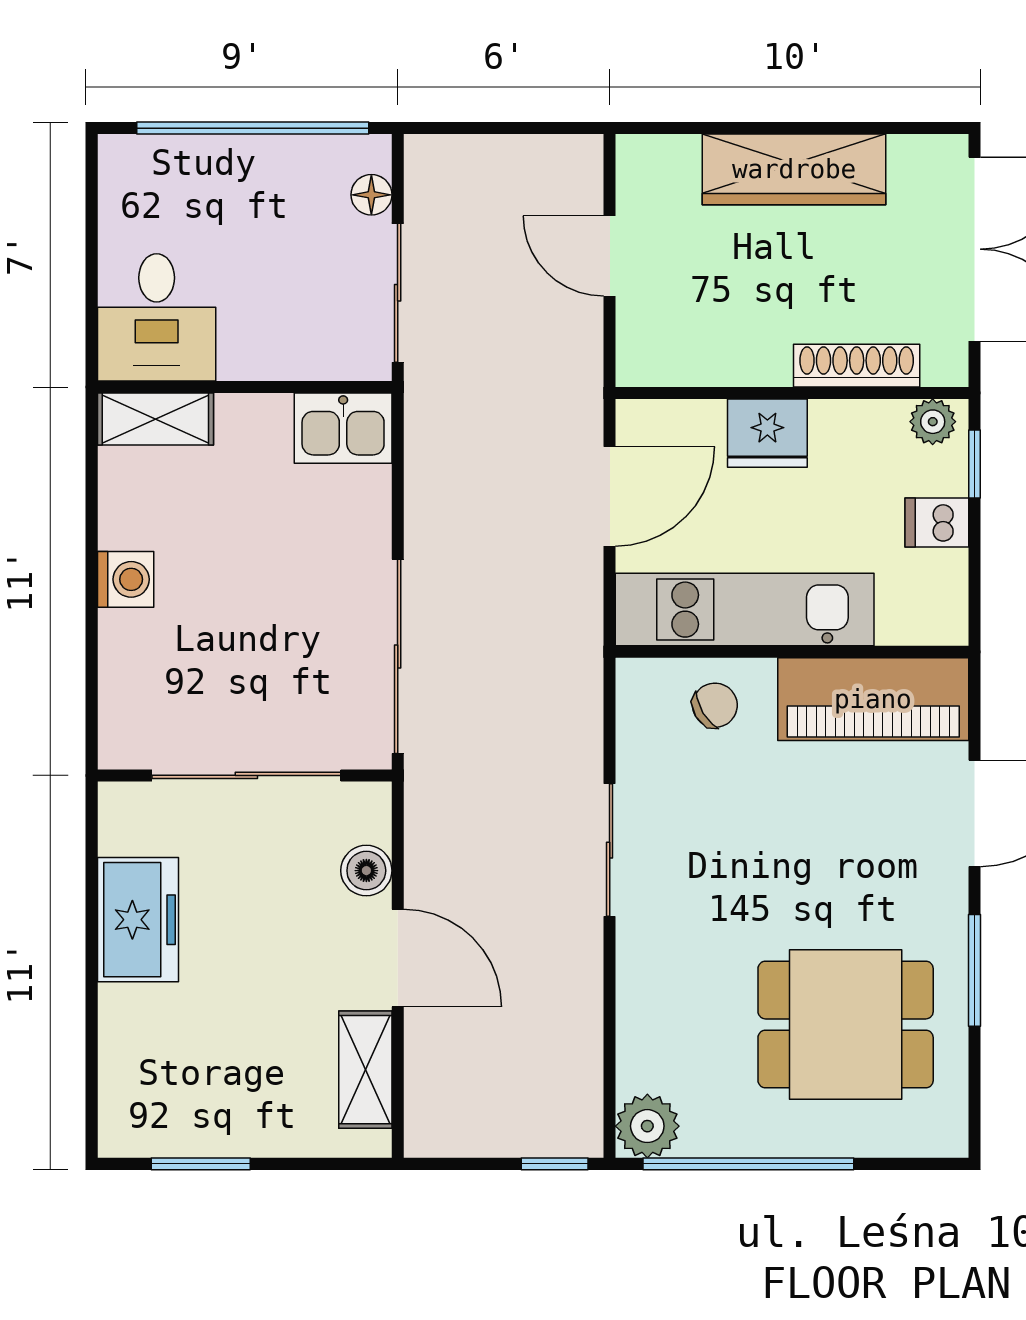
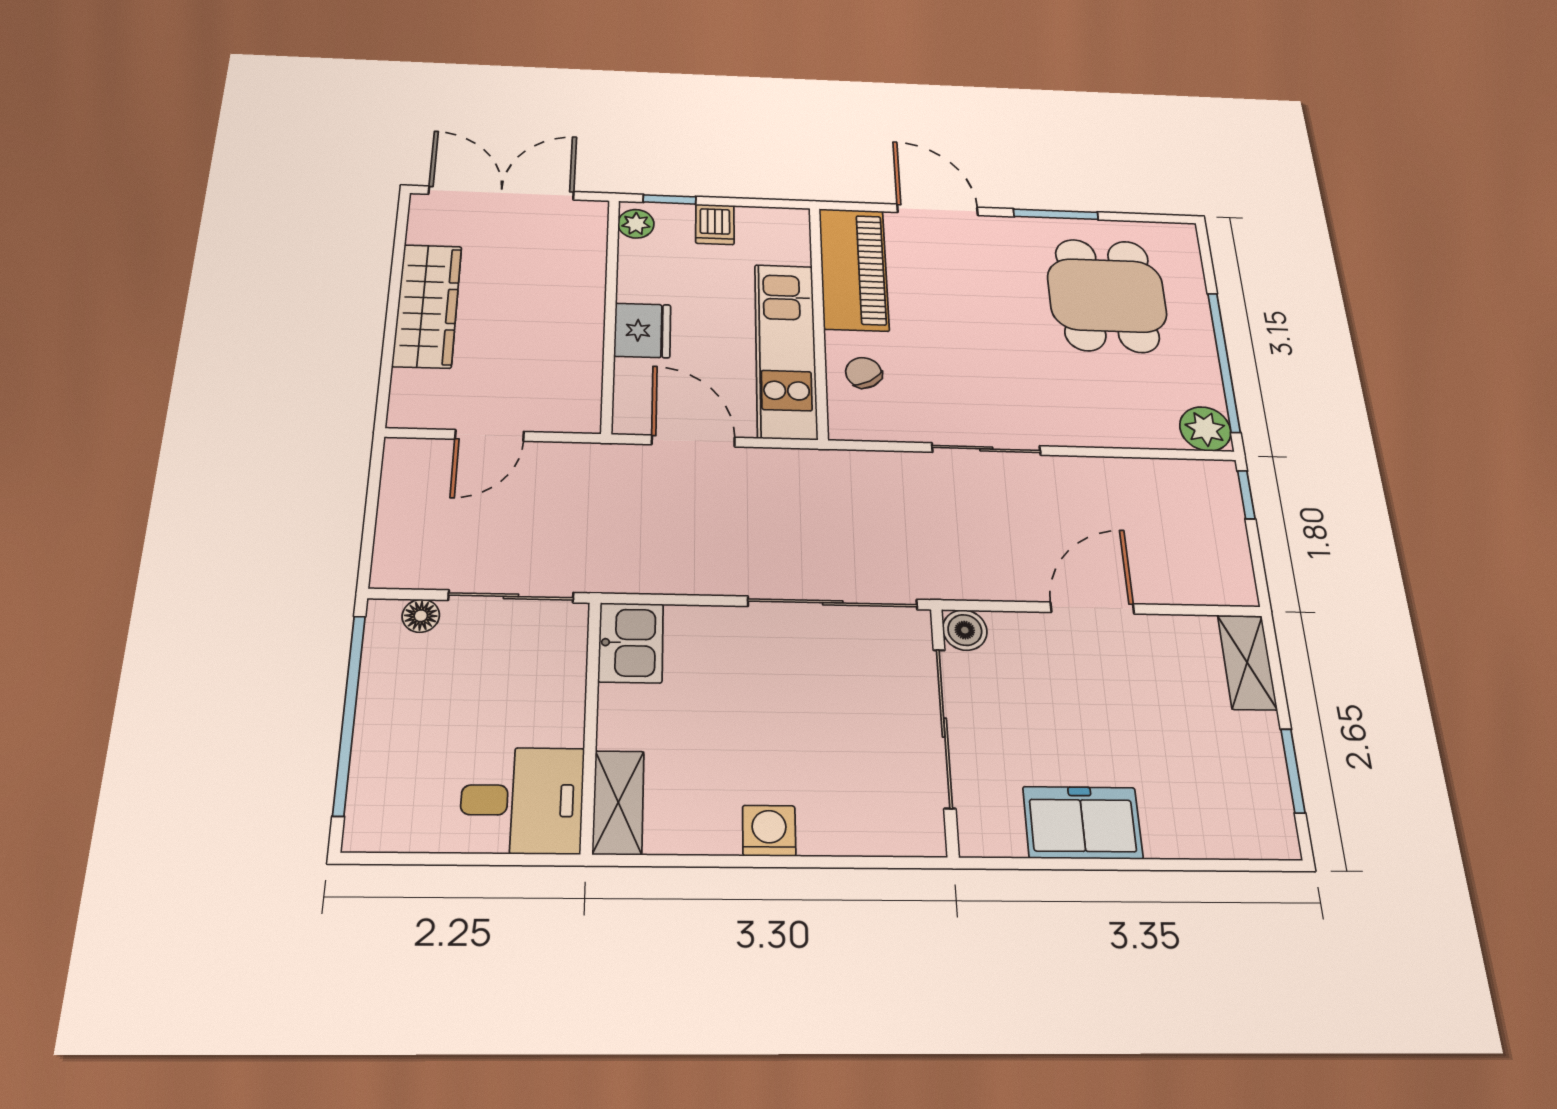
shoe rack: (857, 366) -> (590, 270), removed
boiler: (366, 871) -> (965, 630), moved
shelving: (365, 1070) -> (1247, 662), moved, turned 90

